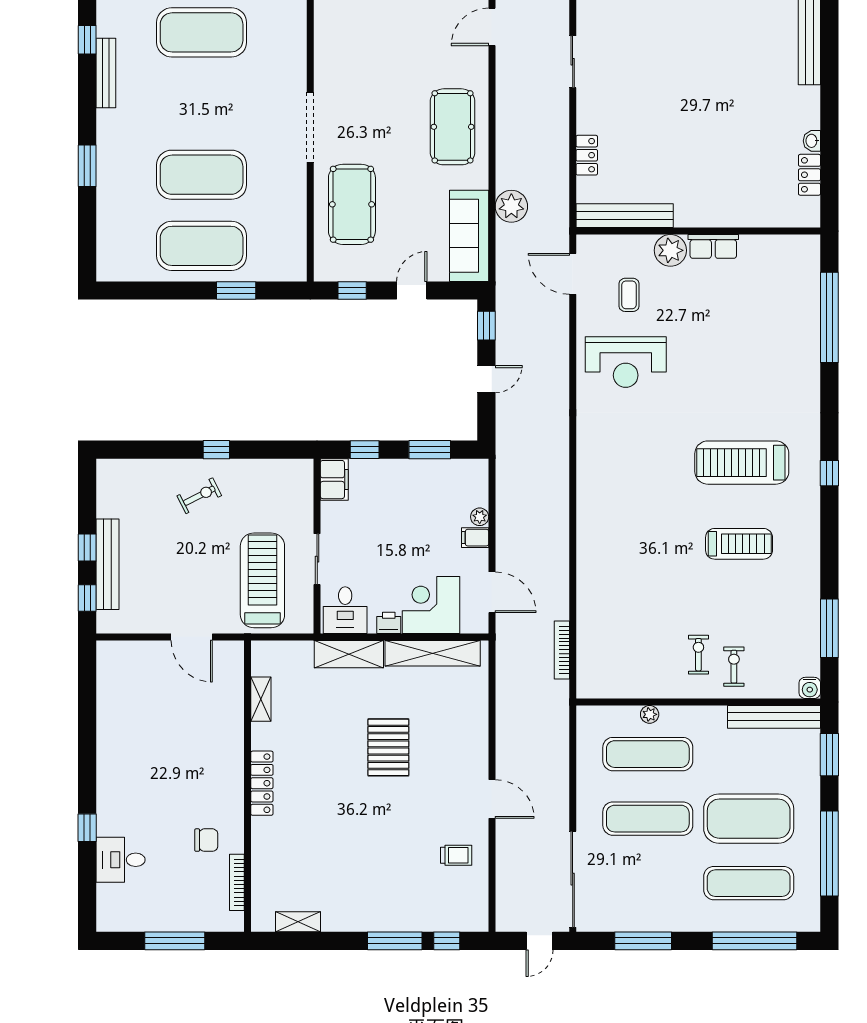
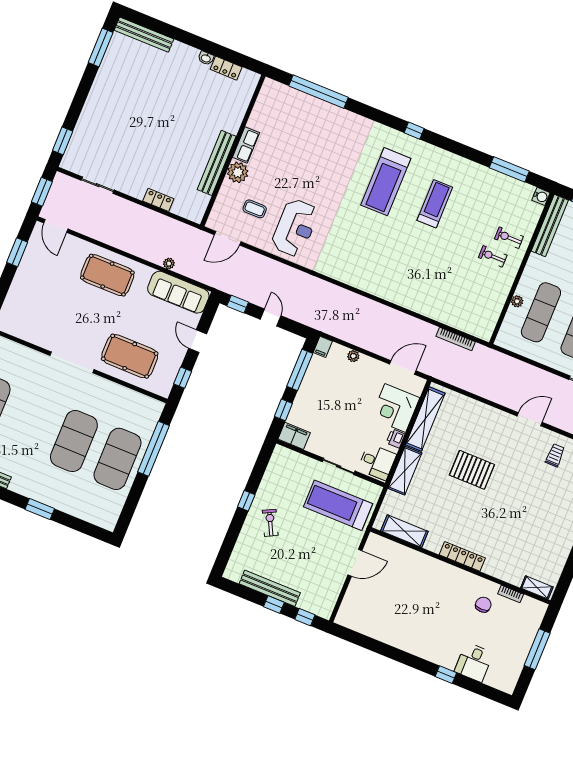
plant: (511, 206) -> (169, 263), width x0.53, depth x0.53
bench: (625, 216) -> (217, 163), moved
window: (236, 290) -> (154, 449), width x2.11
window: (430, 450) -> (300, 370), width x1.44
filing cabinet: (475, 538) -> (323, 347), moved
bench: (107, 564) -> (270, 588), moved
shelving: (261, 699) -> (404, 531), width x1.50, depth x1.33
bookcase: (237, 882) -> (511, 594), width x0.64
shelving: (298, 922) -> (537, 587), moved, turned 90

